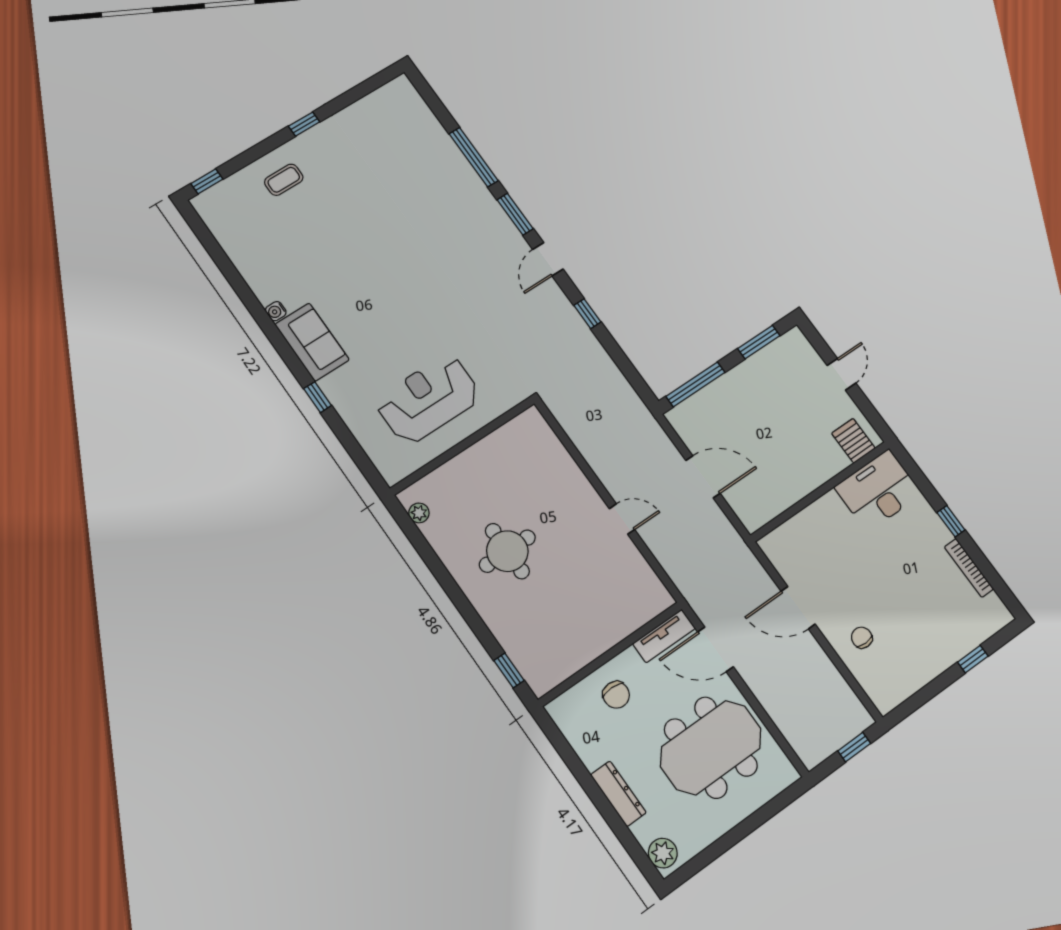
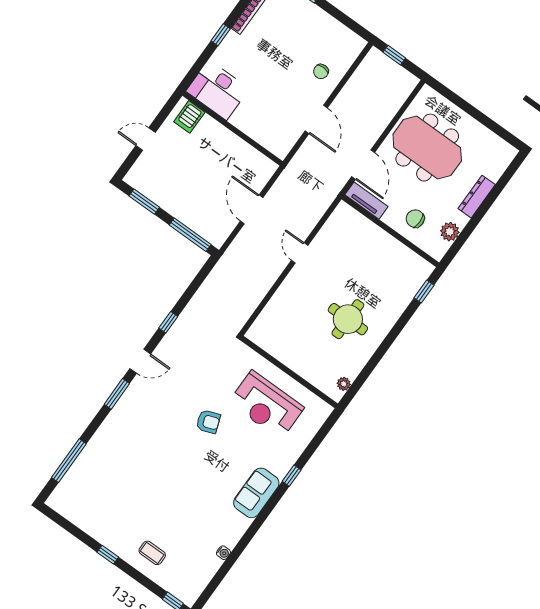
window: (474, 157) -> (69, 461), moved
water cooler: (276, 311) -> (223, 553), moved
armchair: (434, 316) -> (208, 422), added
chair: (616, 695) -> (415, 219), turned -90
plant: (663, 853) -> (450, 232), moved

